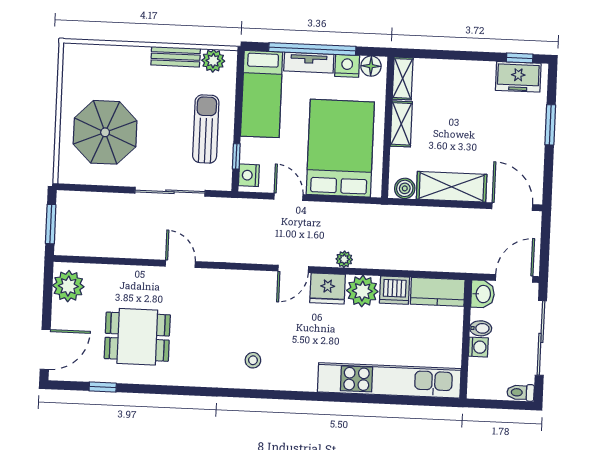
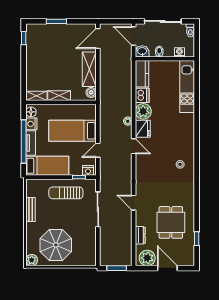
plant: (213, 61) -> (32, 260), moved
freezer: (518, 77) -> (33, 38), removed
parasol: (105, 132) -> (56, 245), moved
bed: (340, 148) -> (73, 131), width x0.67
door: (180, 264) -> (134, 203), hinge flipped
dresser: (114, 274) -> (140, 235), added
washing machine: (478, 347) -> (180, 52), moved
door: (45, 349) -> (167, 268), moved
kitchen unit: (389, 380) -> (187, 87), width x0.73

